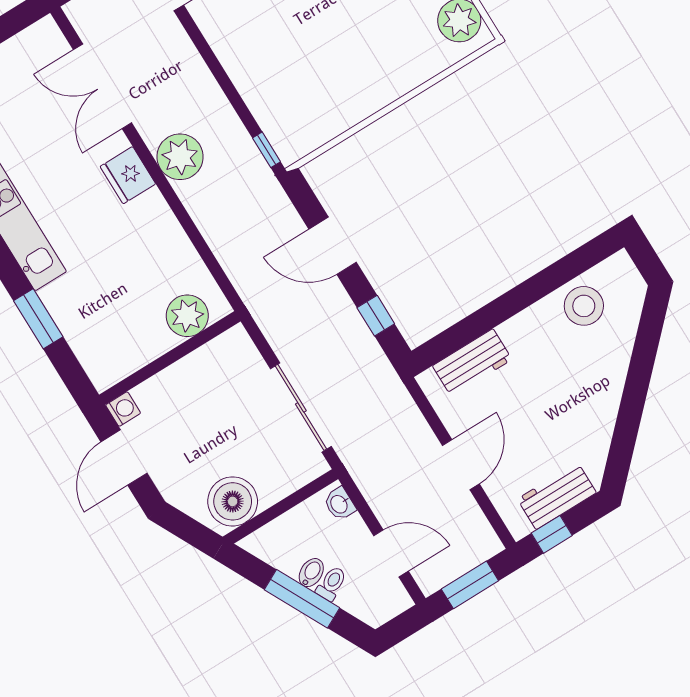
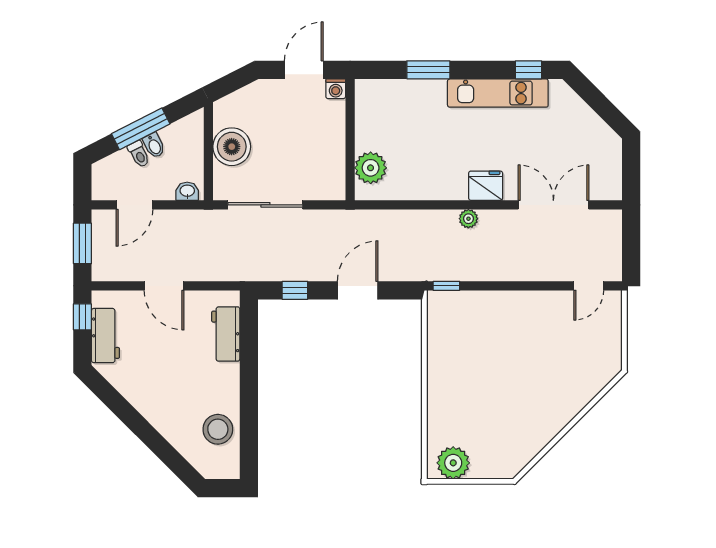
plant: (180, 157) -> (468, 219), width x0.53, depth x0.53
door: (124, 458) -> (304, 70), hinge flipped
boiler: (233, 501) -> (232, 147), moved

